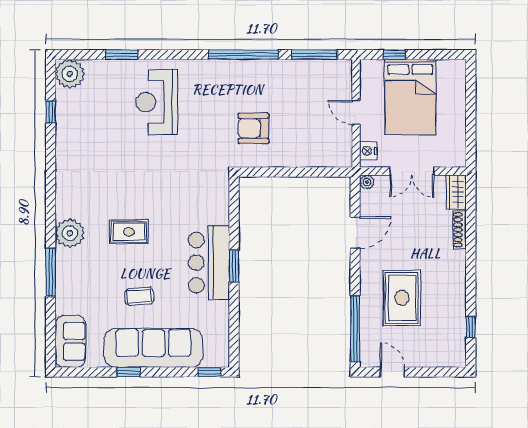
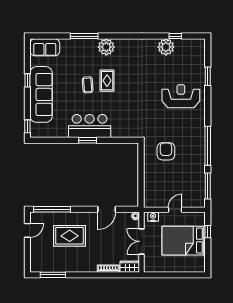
plant: (70, 74) -> (166, 47), moved
door: (355, 233) -> (107, 209), hinge flipped
coffee table: (139, 296) -> (88, 85), moved
window: (471, 327) -> (53, 275), width x2.17

